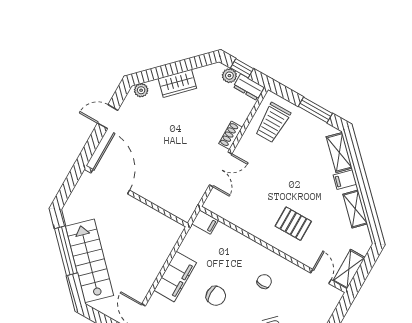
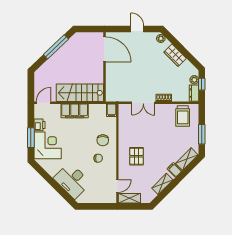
trolley: (273, 123) -> (183, 116), turned -90
door: (110, 182) -> (105, 49), hinge flipped
stairs: (89, 261) -> (80, 93), moved, turned -136
chair: (216, 296) -> (103, 140), moved

